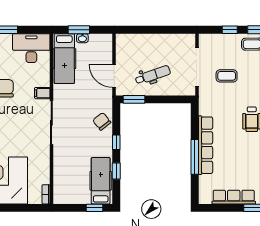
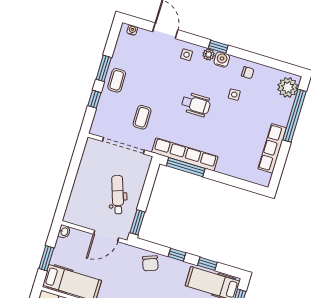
washbasin: (82, 38) -> (64, 232), moved
chair: (102, 121) -> (150, 263), turned -73
row of seats: (206, 145) -> (185, 154), moved
window: (195, 157) -> (186, 167), moved

